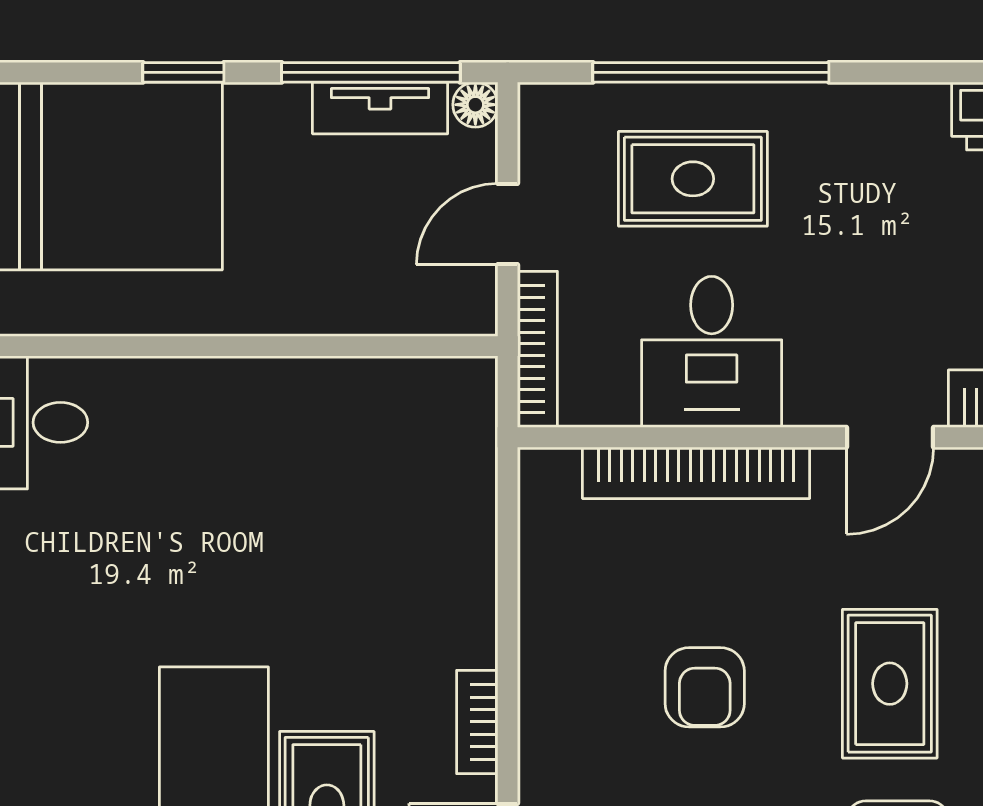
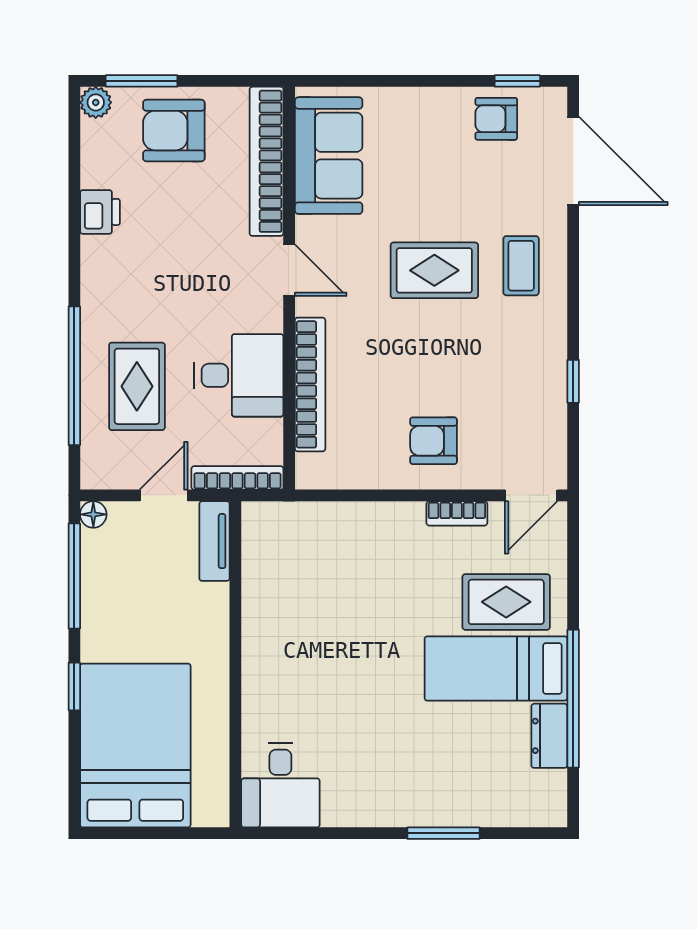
tv unit: (380, 108) -> (214, 541), moved, turned 180
door: (508, 224) -> (164, 495), swing flipped
armchair: (705, 687) -> (434, 441), moved, turned 180

